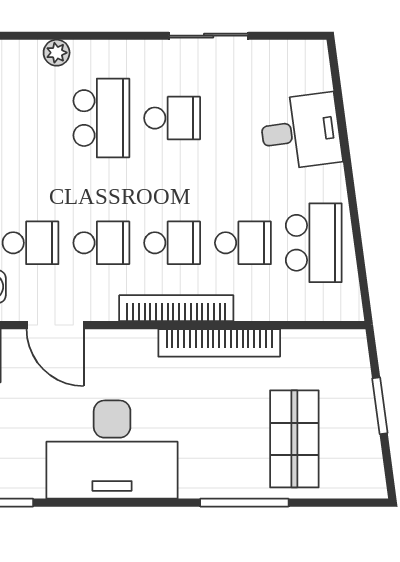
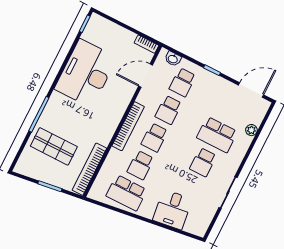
bookcase: (219, 343) -> (89, 169), moved

